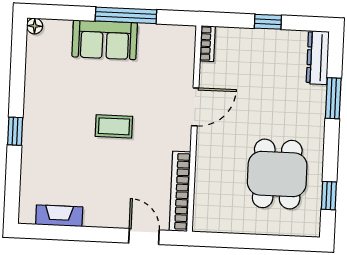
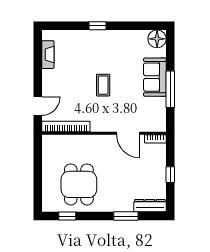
floor lamp: (35, 26) -> (157, 39), width x1.89, depth x1.89
door: (195, 107) -> (128, 133), moved
dining table: (277, 174) -> (79, 184), turned 90

